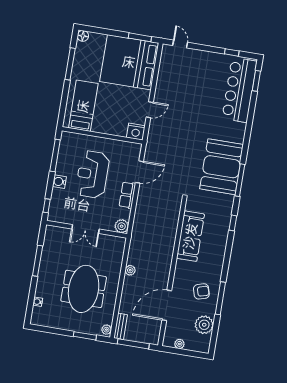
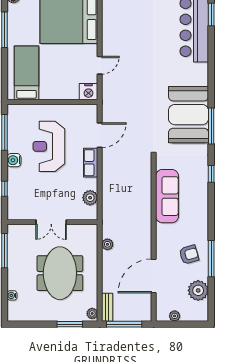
double door: (86, 229) -> (51, 222), moved
wall: (87, 229) -> (52, 222), moved

